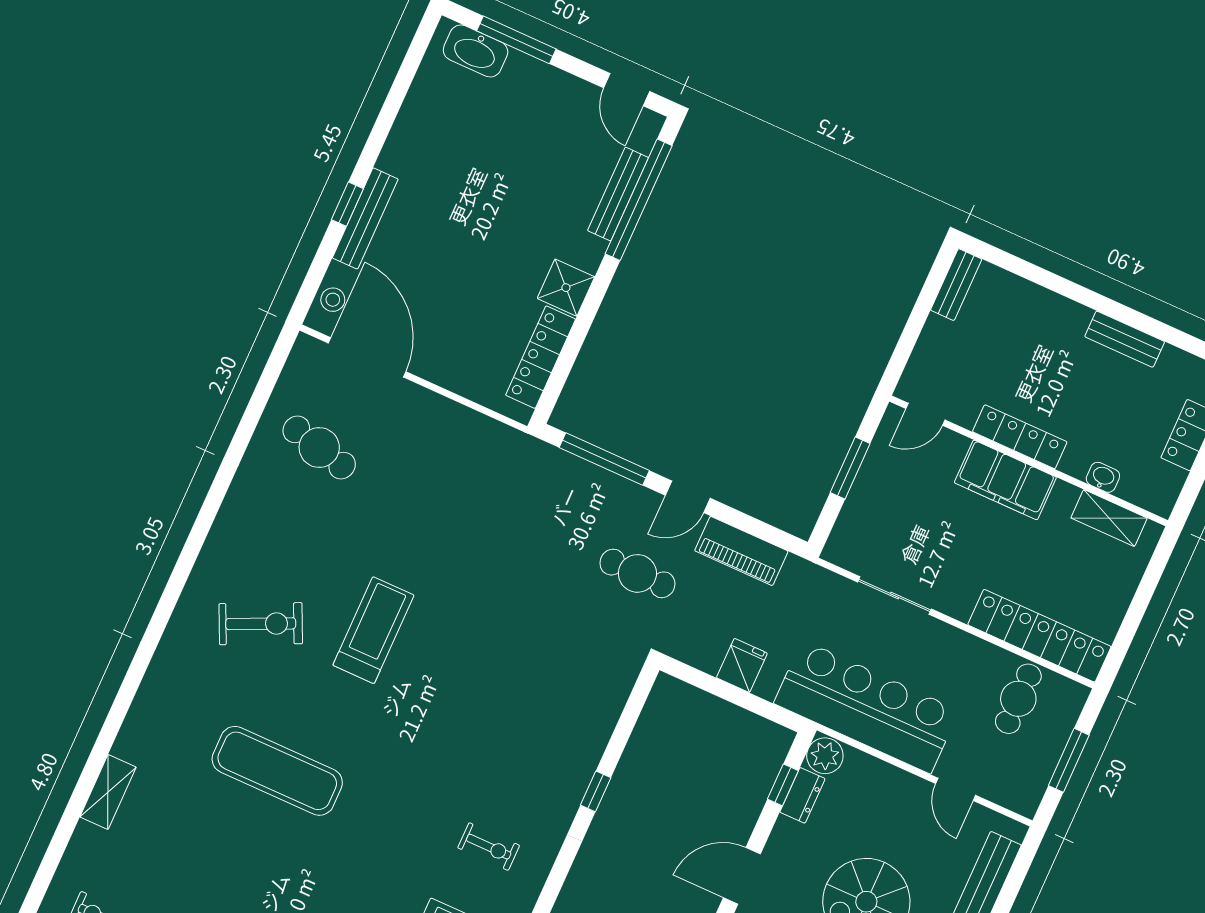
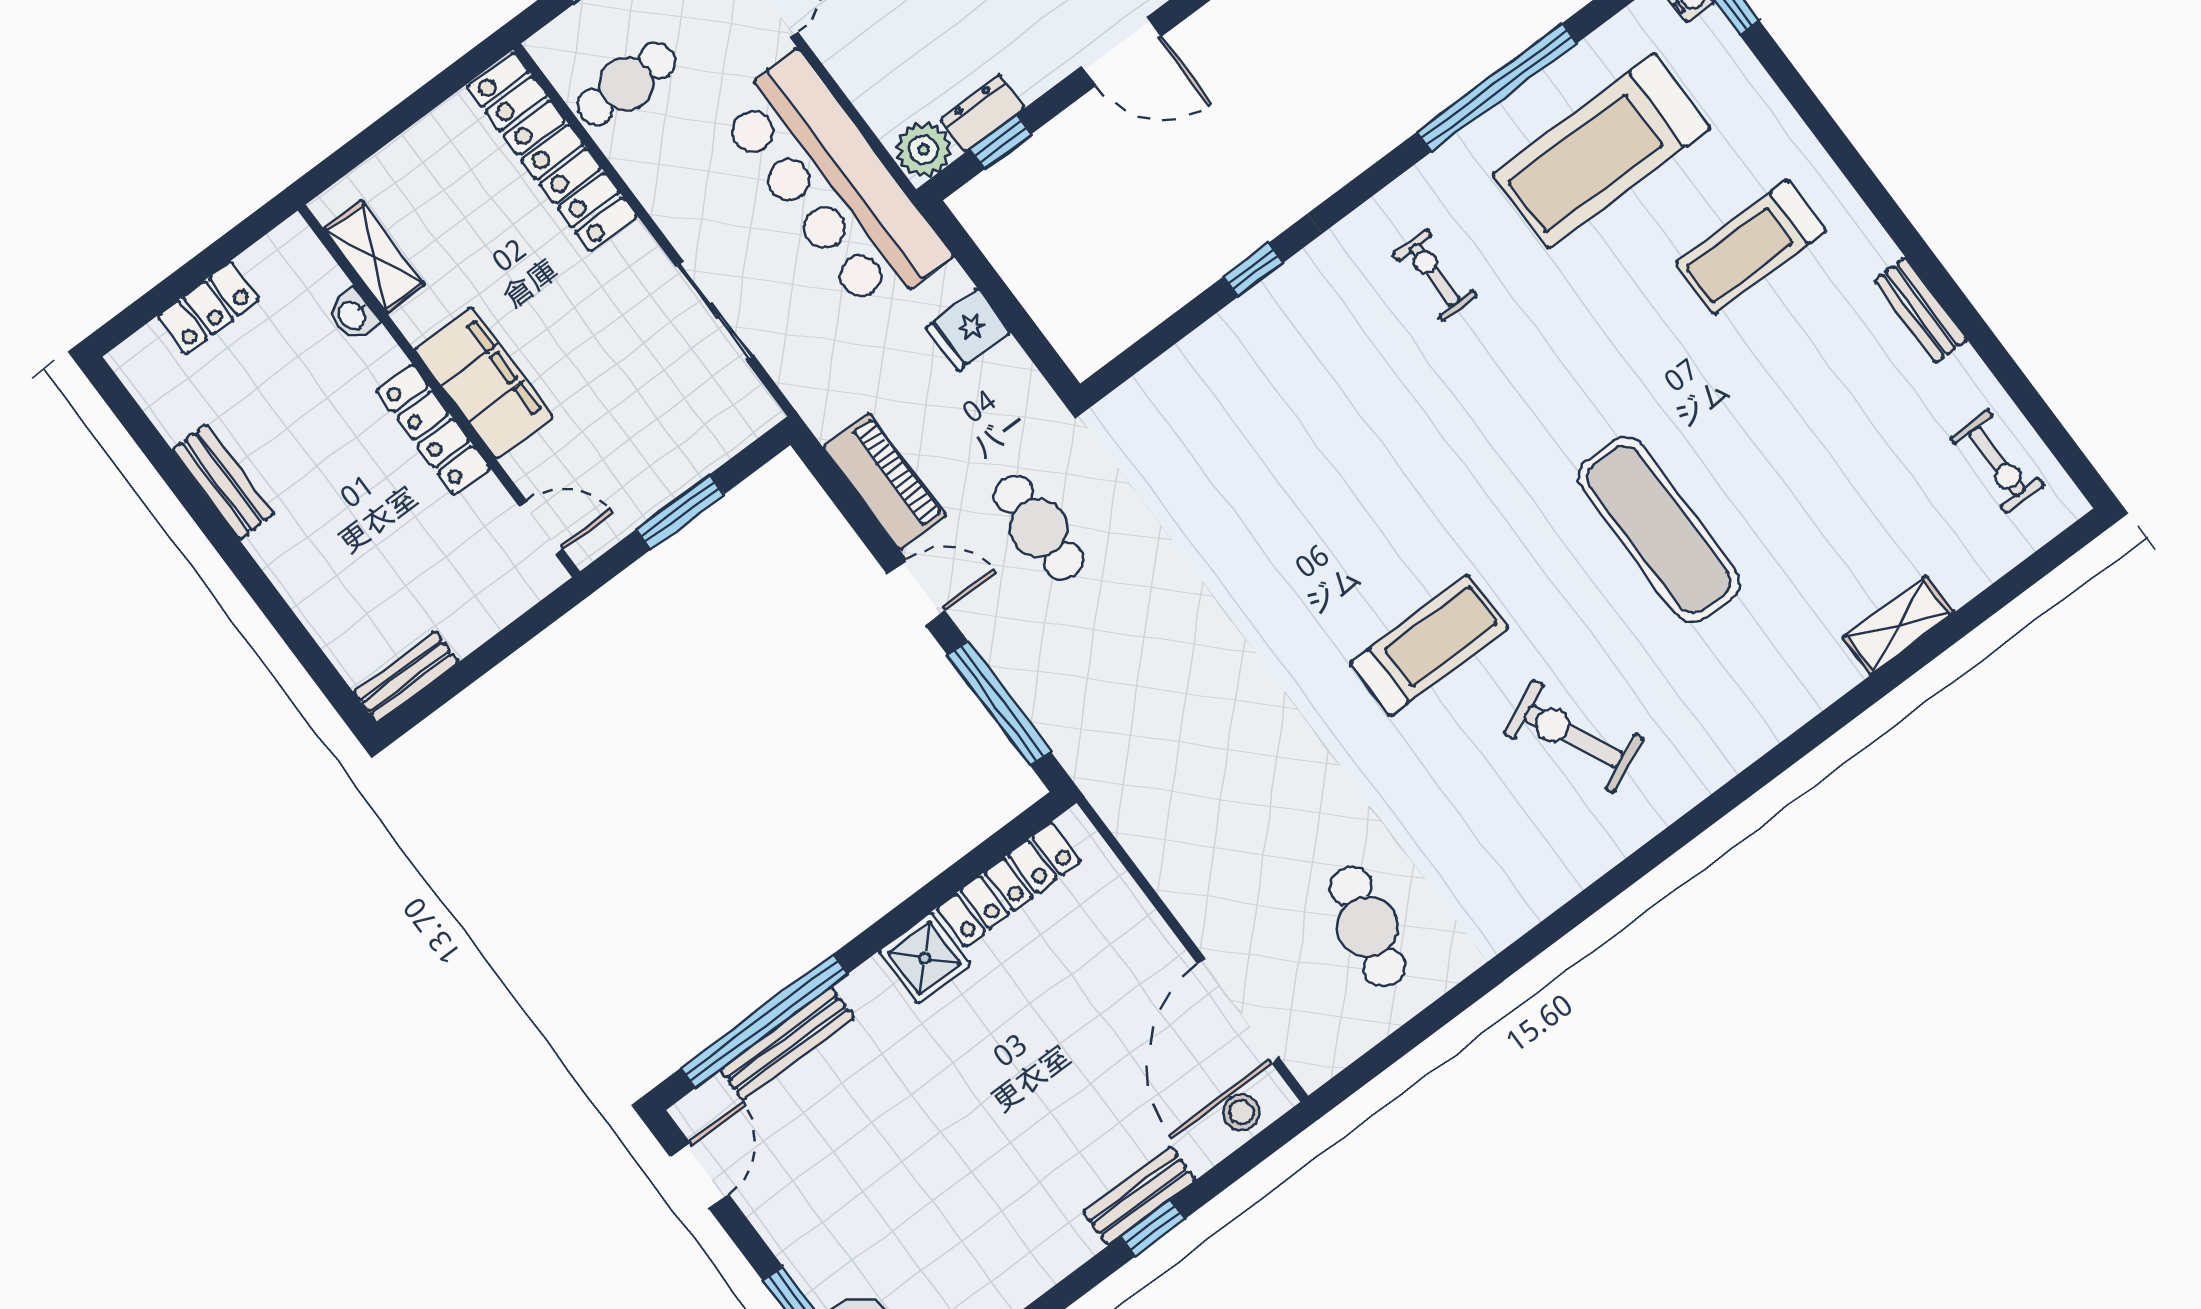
bench: (365, 218) -> (1139, 1196), width x0.73
treadmill: (373, 630) -> (1429, 645), turned 180

